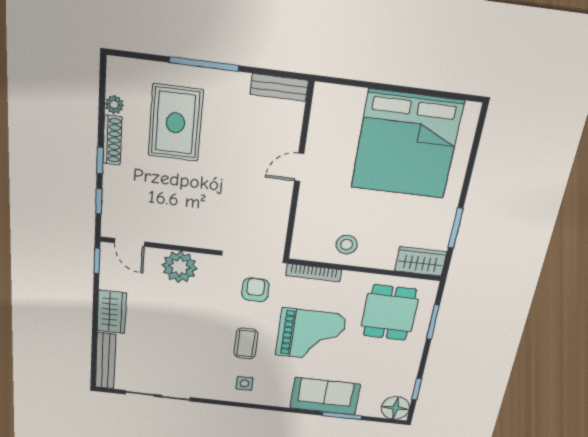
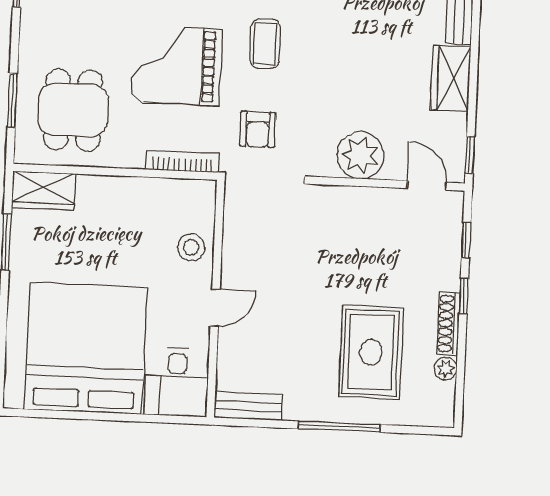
desk: (336, 112) -> (177, 382), added
stool: (347, 245) -> (191, 247), moved

